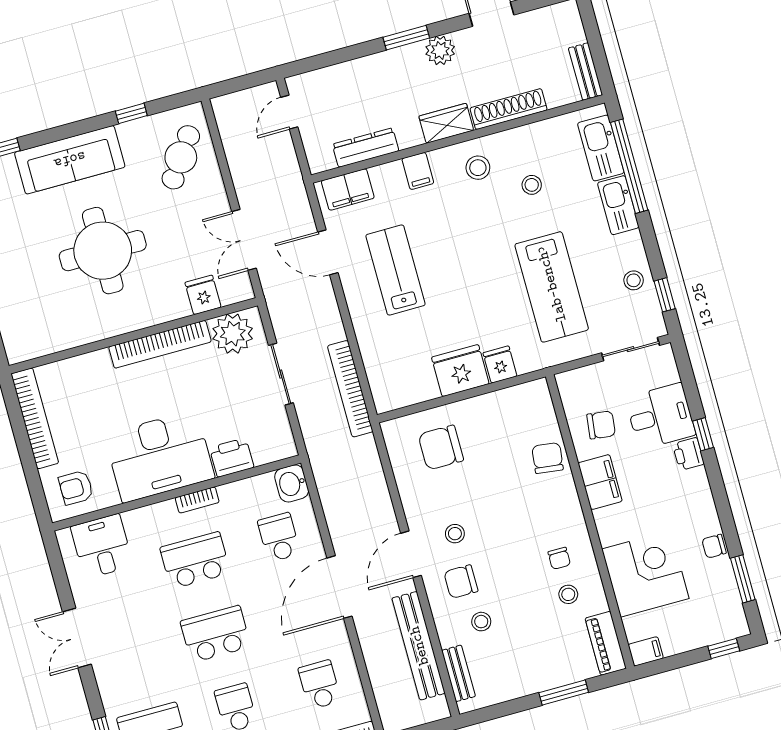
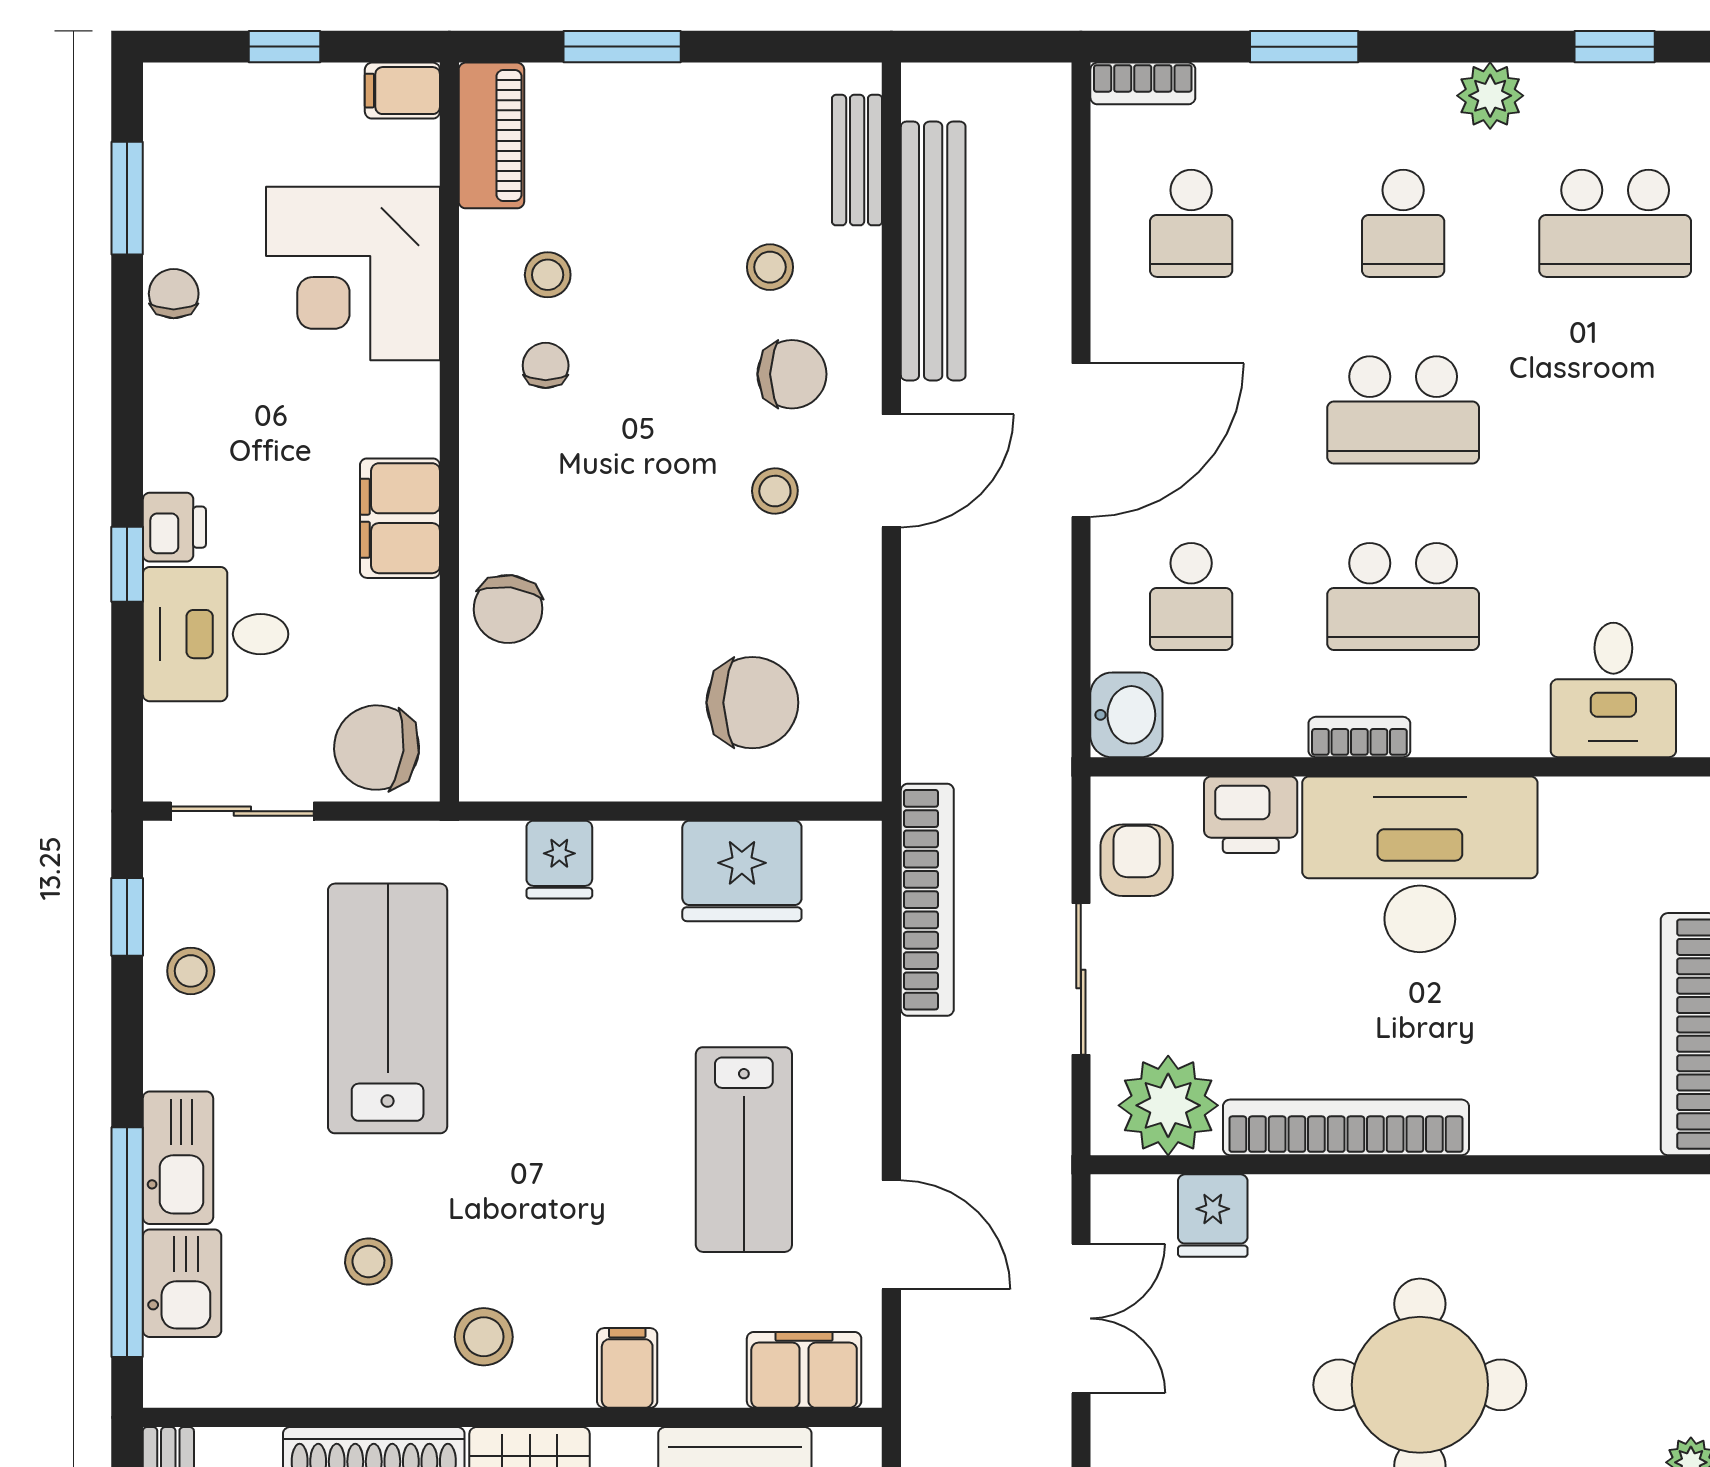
kitchen sink: (601, 148) -> (182, 1283), width x0.73
fridge: (460, 371) -> (742, 871), moved
chair: (601, 425) -> (377, 748), moved, width x1.37, depth x1.37
armchair: (76, 488) -> (1137, 860), moved, turned -90
chair: (714, 546) -> (174, 294), turned -90
window: (724, 648) -> (285, 47), moved

